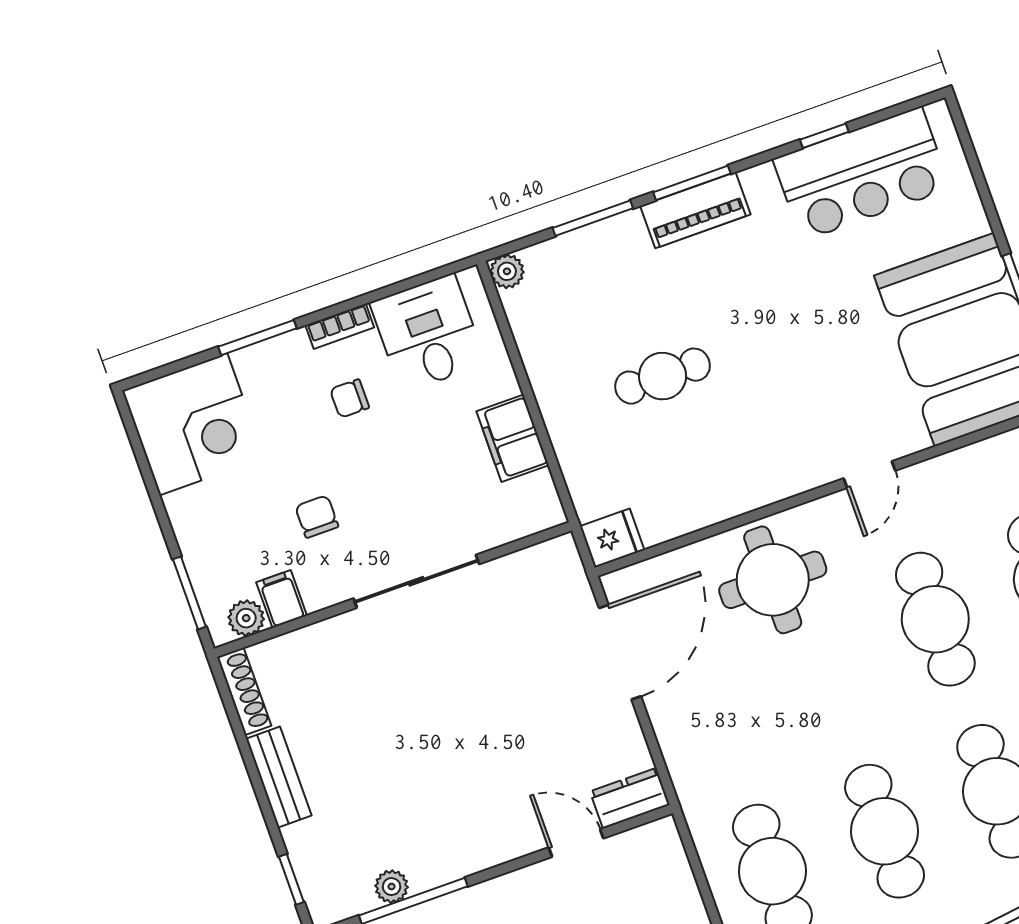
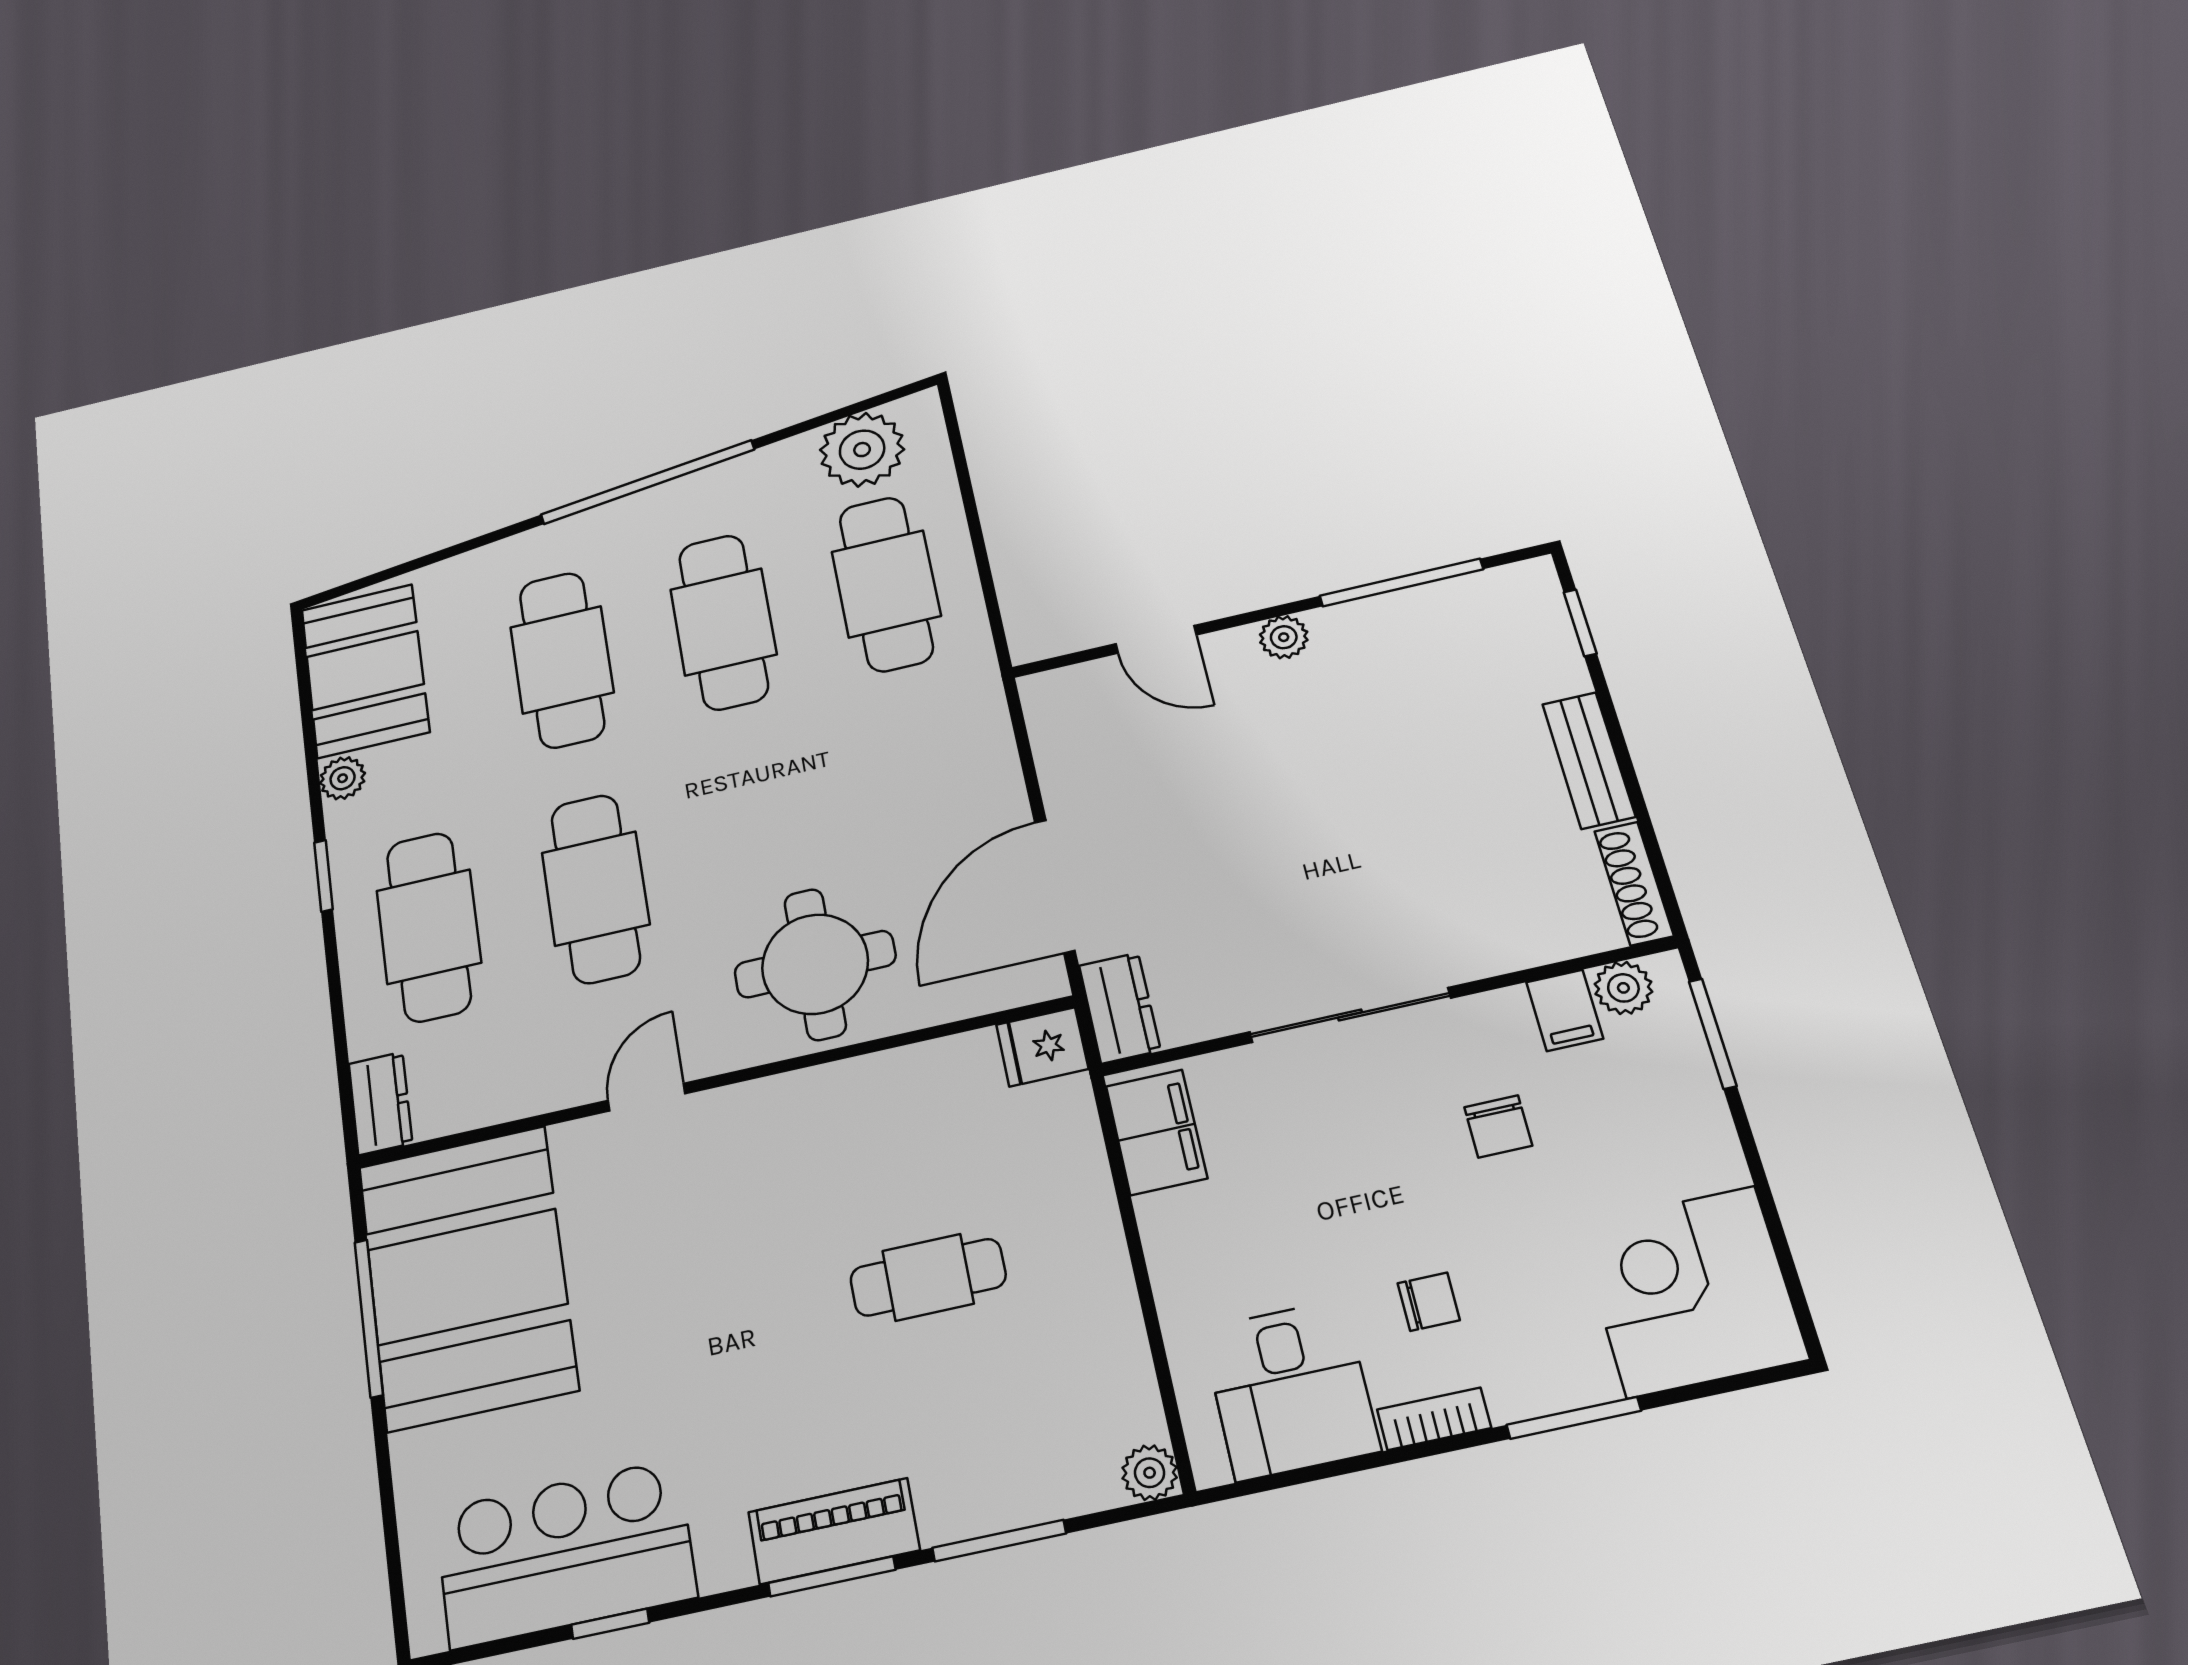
filing cabinet: (513, 438) -> (1156, 1132), moved
dresser: (630, 798) -> (1120, 1008), moved, turned -90
plant: (392, 887) -> (1284, 637), moved

